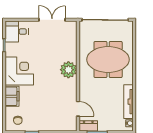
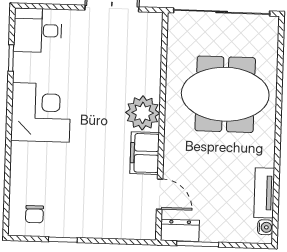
filing cabinet: (12, 96) -> (145, 153), moved, turned 180
tv unit: (128, 102) -> (264, 193), width x0.71

